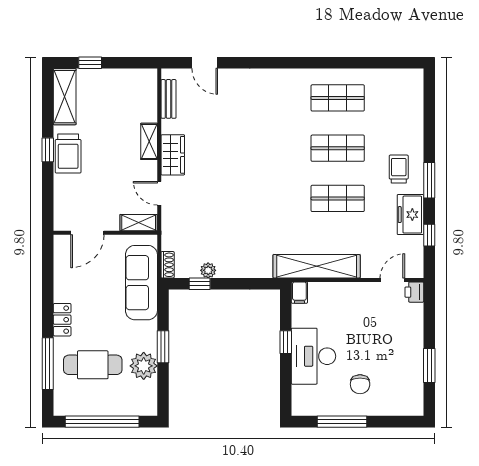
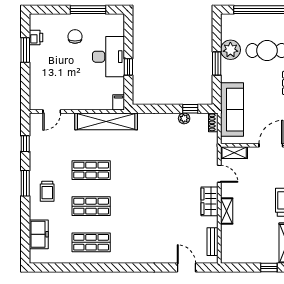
freezer: (410, 215) -> (39, 234), moved
printer: (414, 292) -> (36, 38), moved

